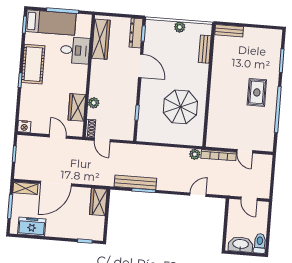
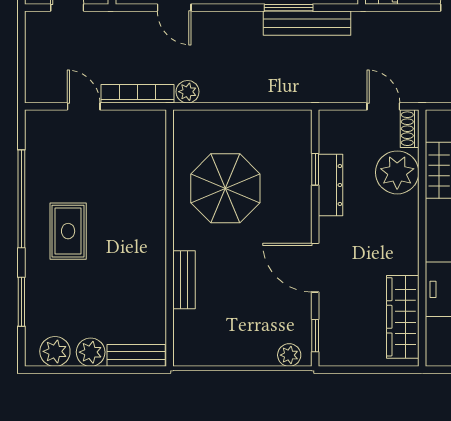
plant: (180, 27) -> (289, 355), moved
dresser: (136, 33) -> (330, 185), moved
plant: (251, 34) -> (91, 352), added
plant: (268, 36) -> (55, 351), added
bench: (205, 49) -> (184, 280), moved
plant: (94, 103) -> (397, 172), width x1.88, depth x1.88
door: (198, 195) -> (174, 8), hinge flipped

